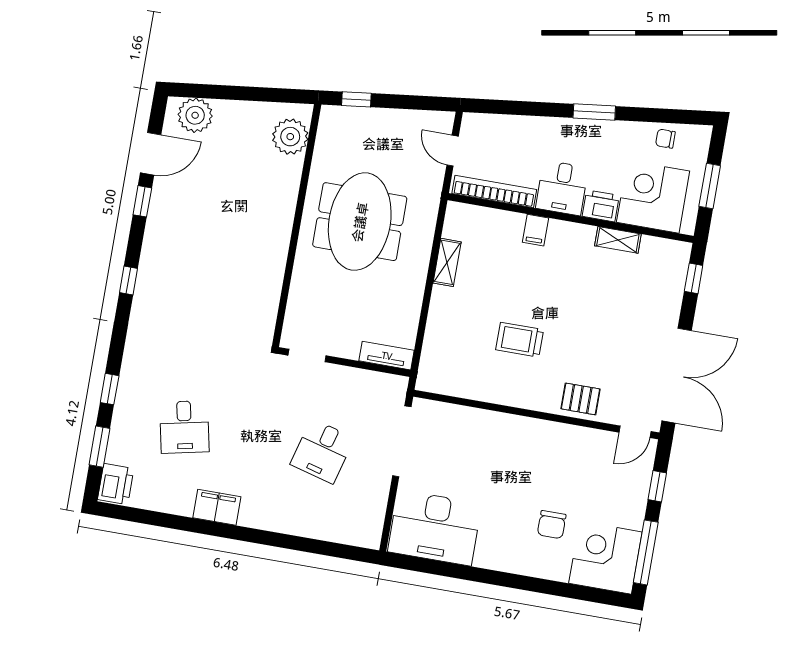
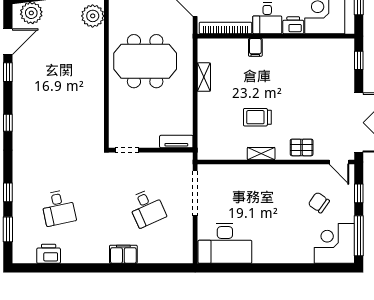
meeting table: (360, 222) -> (145, 61), turned 90
shelving: (618, 240) -> (261, 154), moved
door: (635, 432) -> (339, 162), hinge flipped
desk: (322, 451) -> (147, 208), turned -39
printer: (116, 484) -> (49, 254), moved, turned -90
filing cabinet: (217, 507) -> (123, 254), moved
chair: (552, 525) -> (319, 203), moved, turned 125

